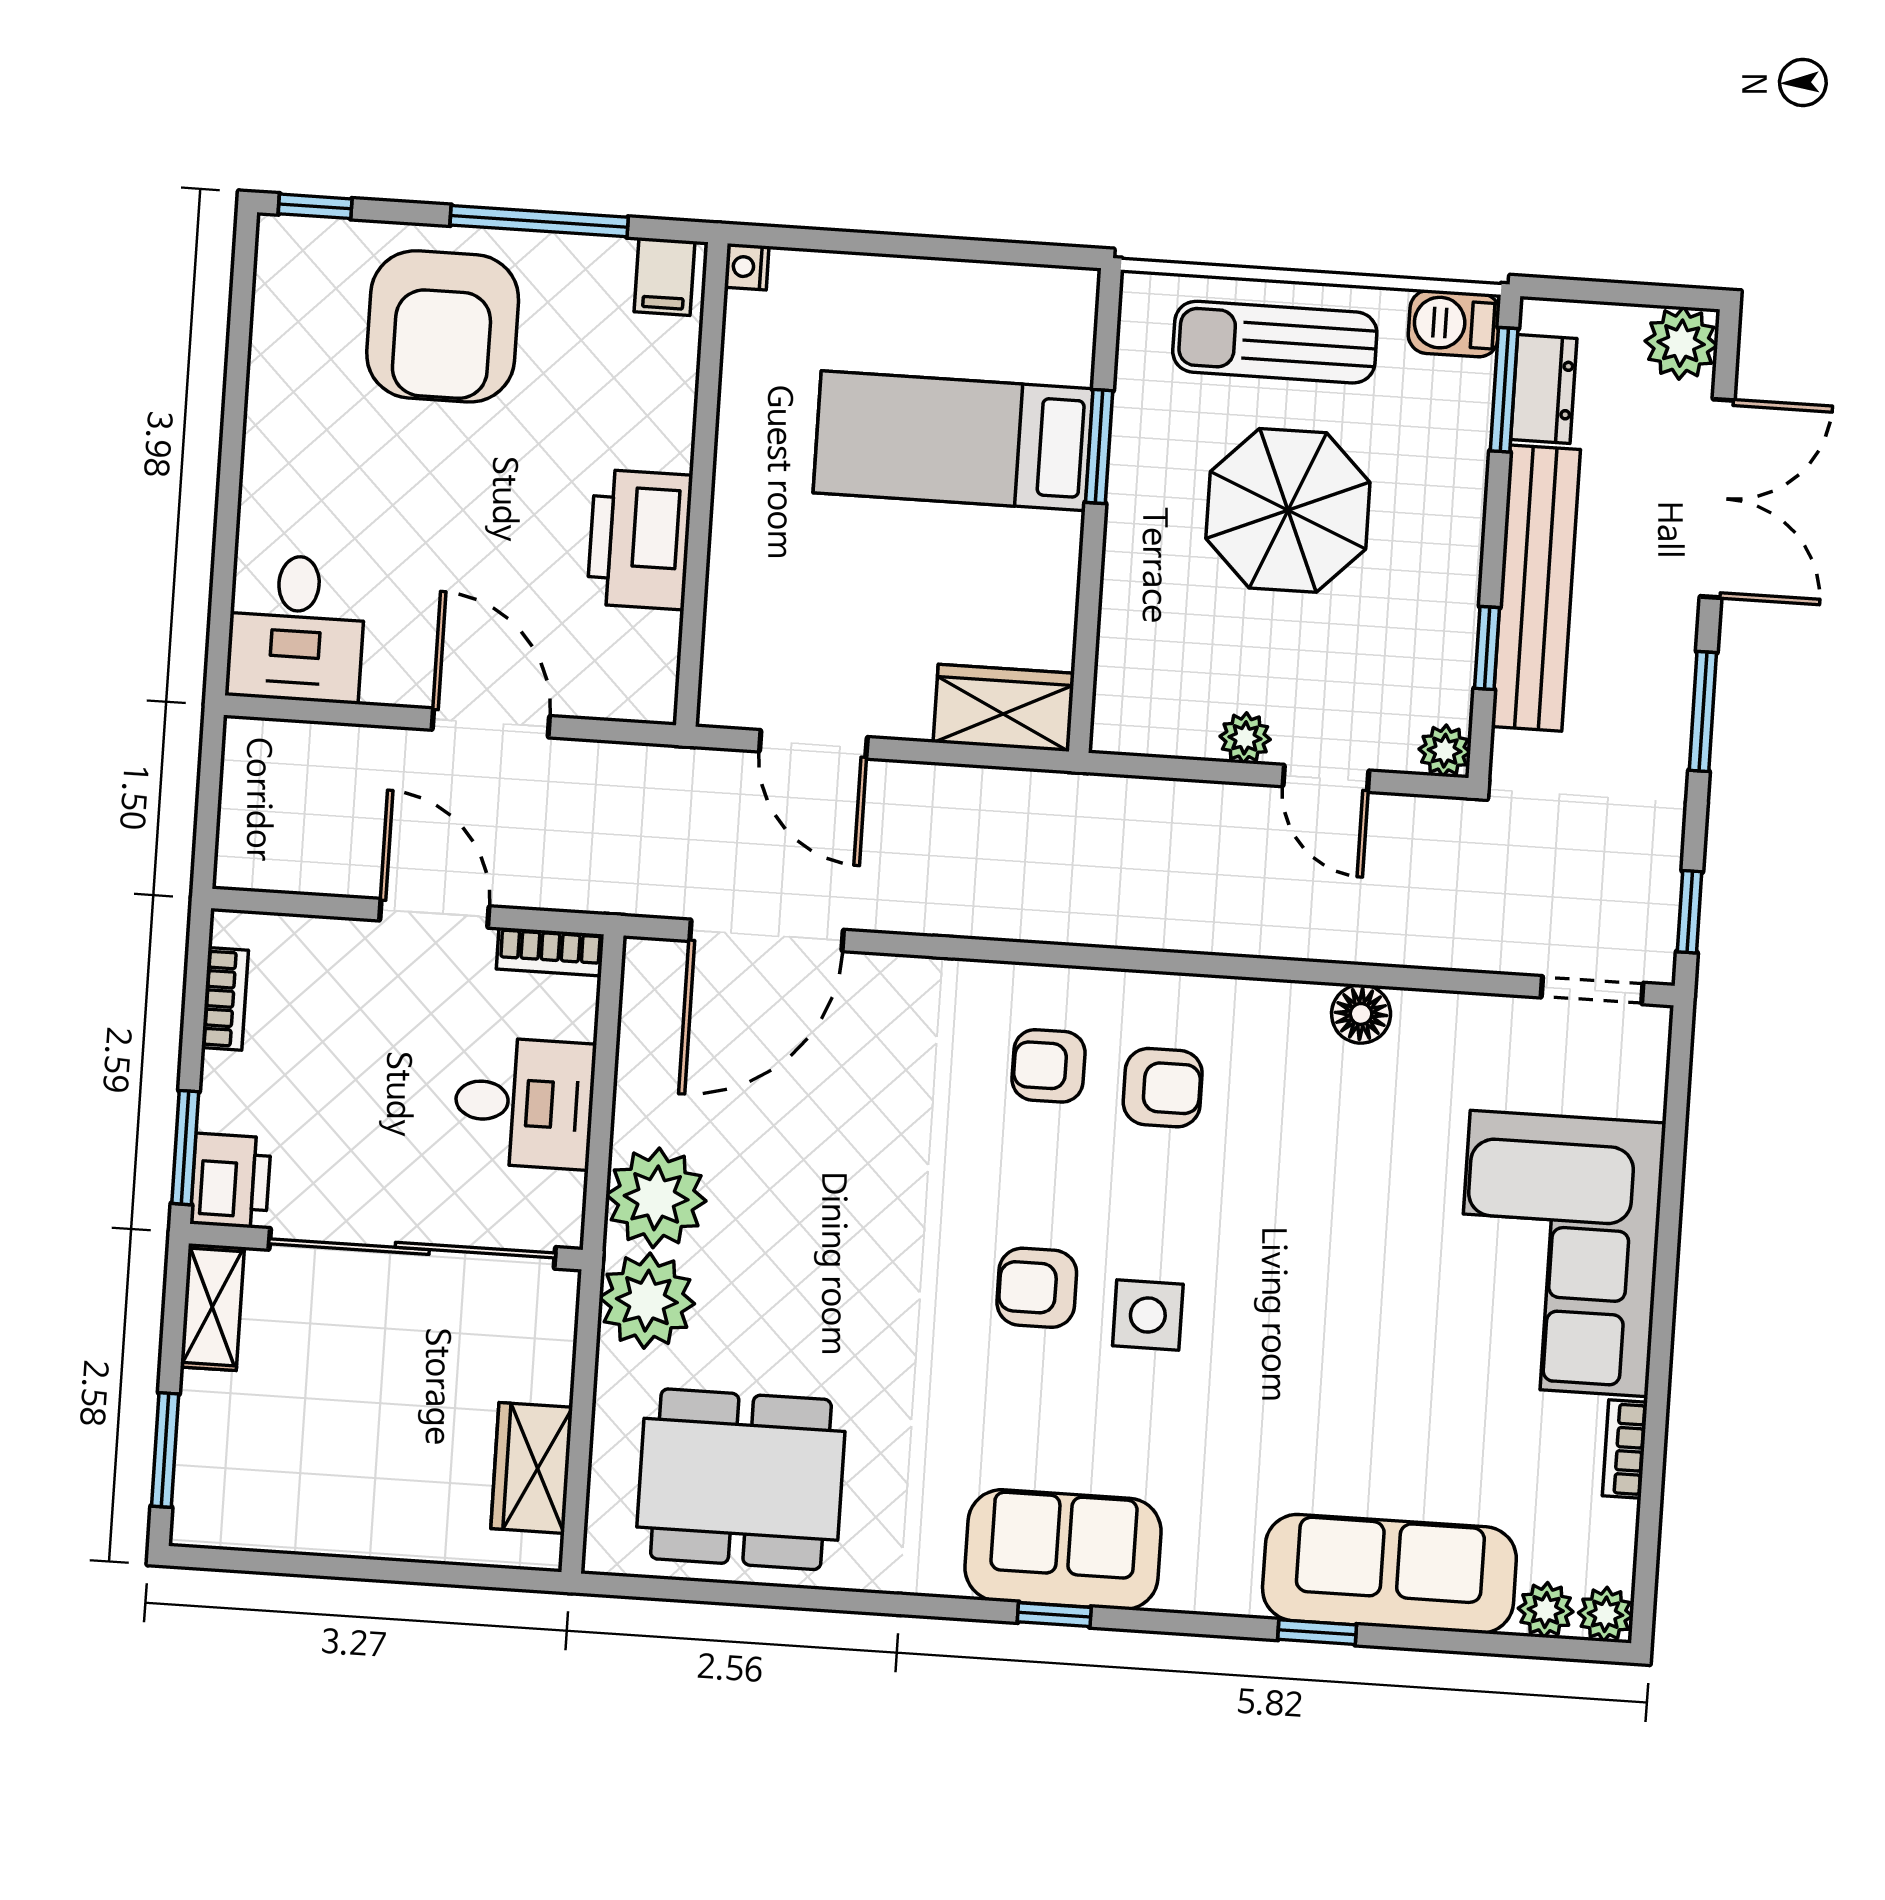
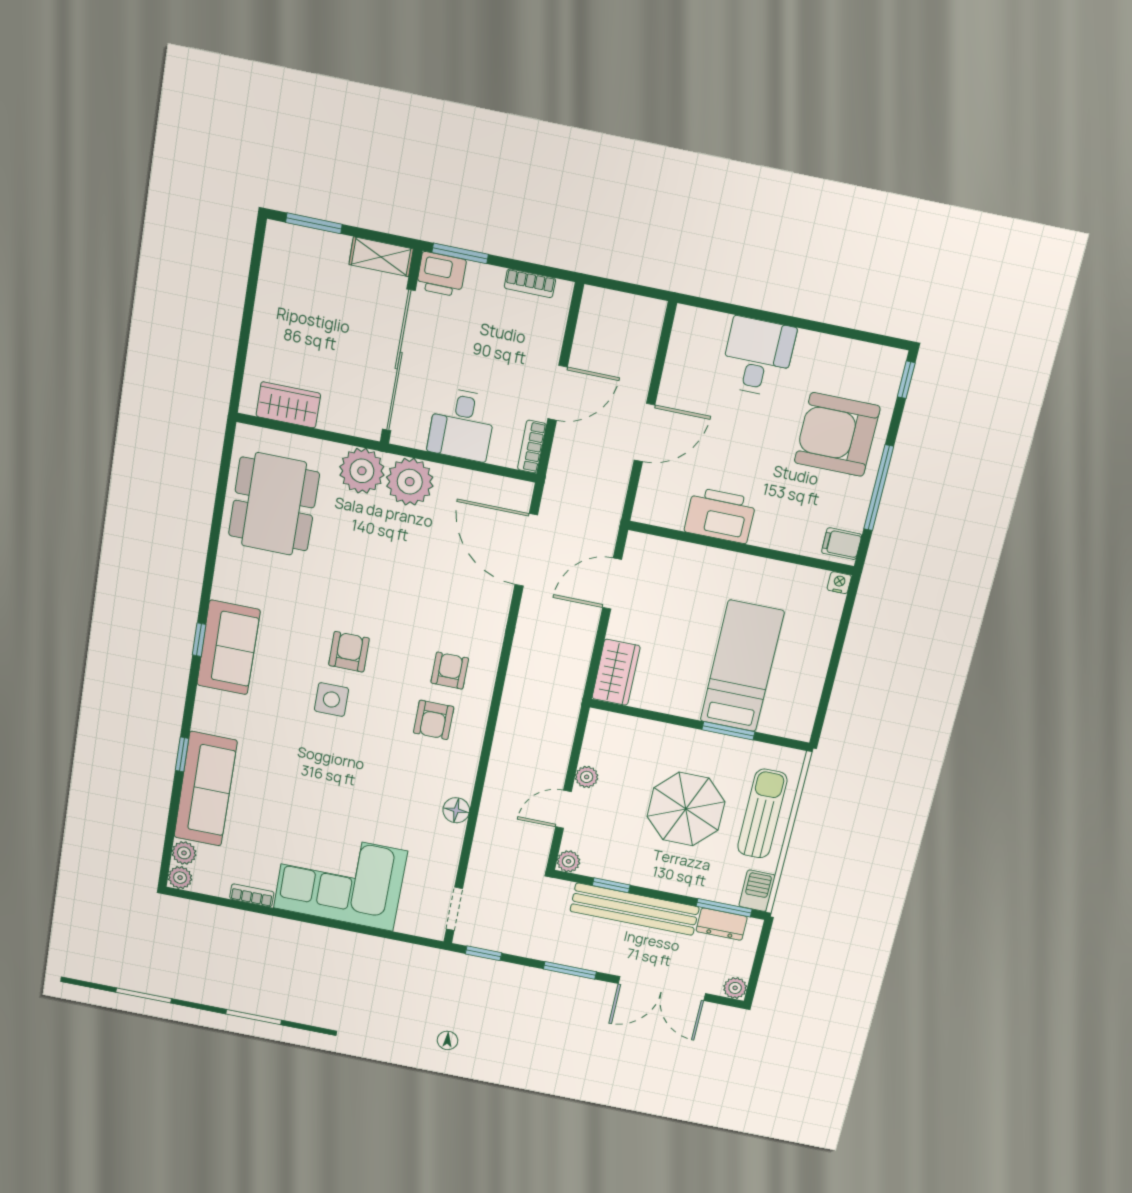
plant: (1681, 343) -> (735, 988), width x0.73, depth x0.73
desk: (296, 628) -> (758, 357), moved, turned 90

